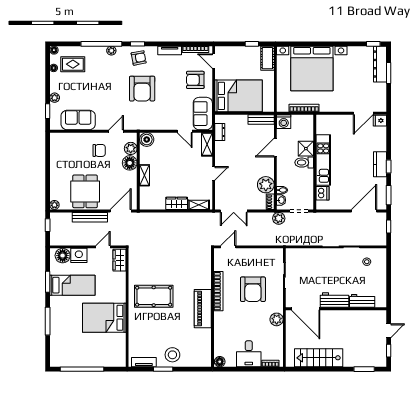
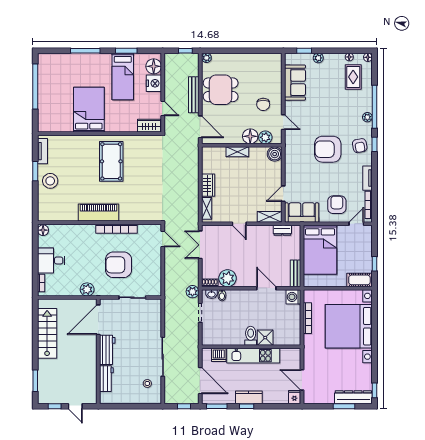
shower: (306, 149) -> (265, 338), moved
kitchen unit: (323, 160) -> (253, 356), moved
wall: (315, 162) -> (251, 347), moved
toilet: (304, 163) -> (251, 336), moved
dishwasher: (322, 193) -> (219, 355), moved

